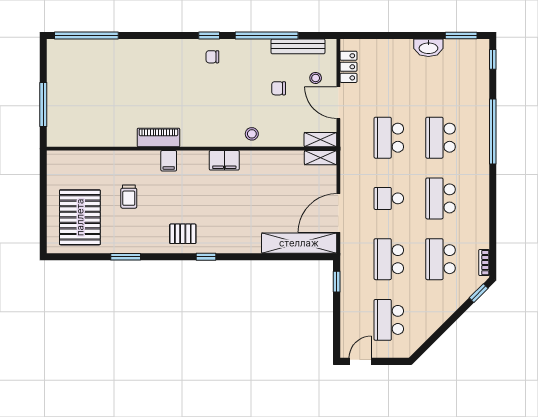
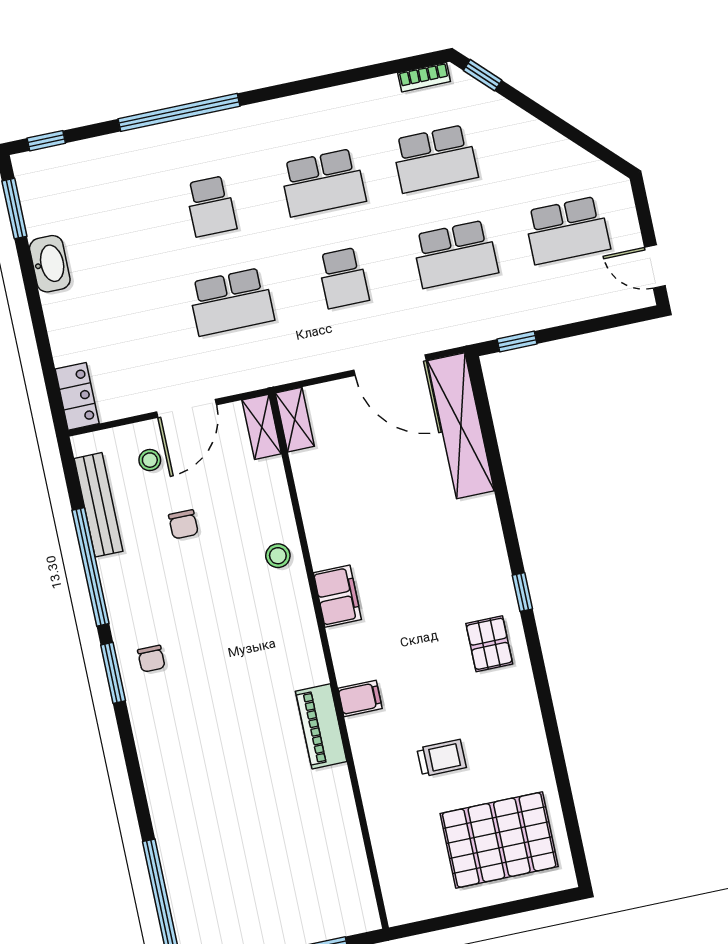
window: (209, 35) -> (113, 673), width x1.50
locker: (348, 67) -> (77, 396), moved, turned 90
school desk: (441, 138) -> (211, 206), width x0.54
window: (126, 257) -> (554, 740), removed

